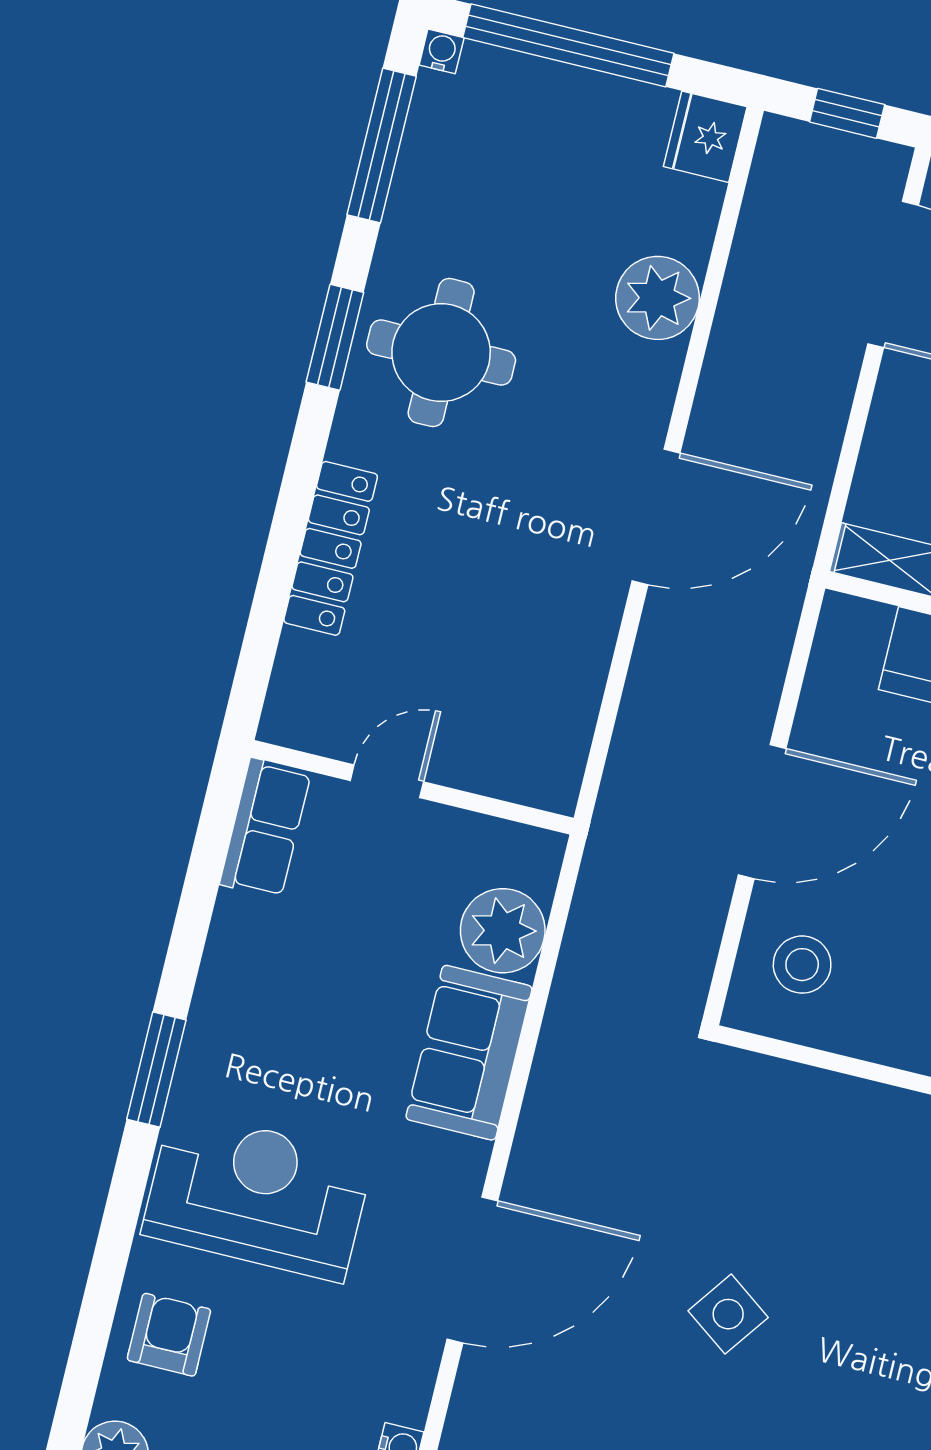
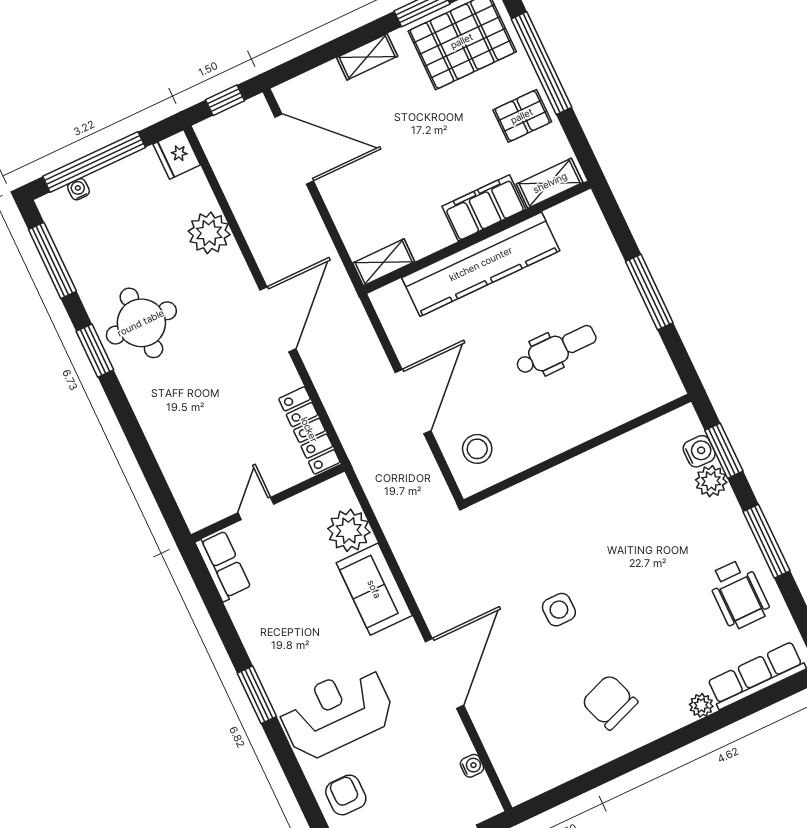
water cooler: (442, 51) -> (78, 189), moved
locker: (331, 548) -> (309, 430), moved, turned 180
side table: (728, 1314) -> (559, 610), turned -36

